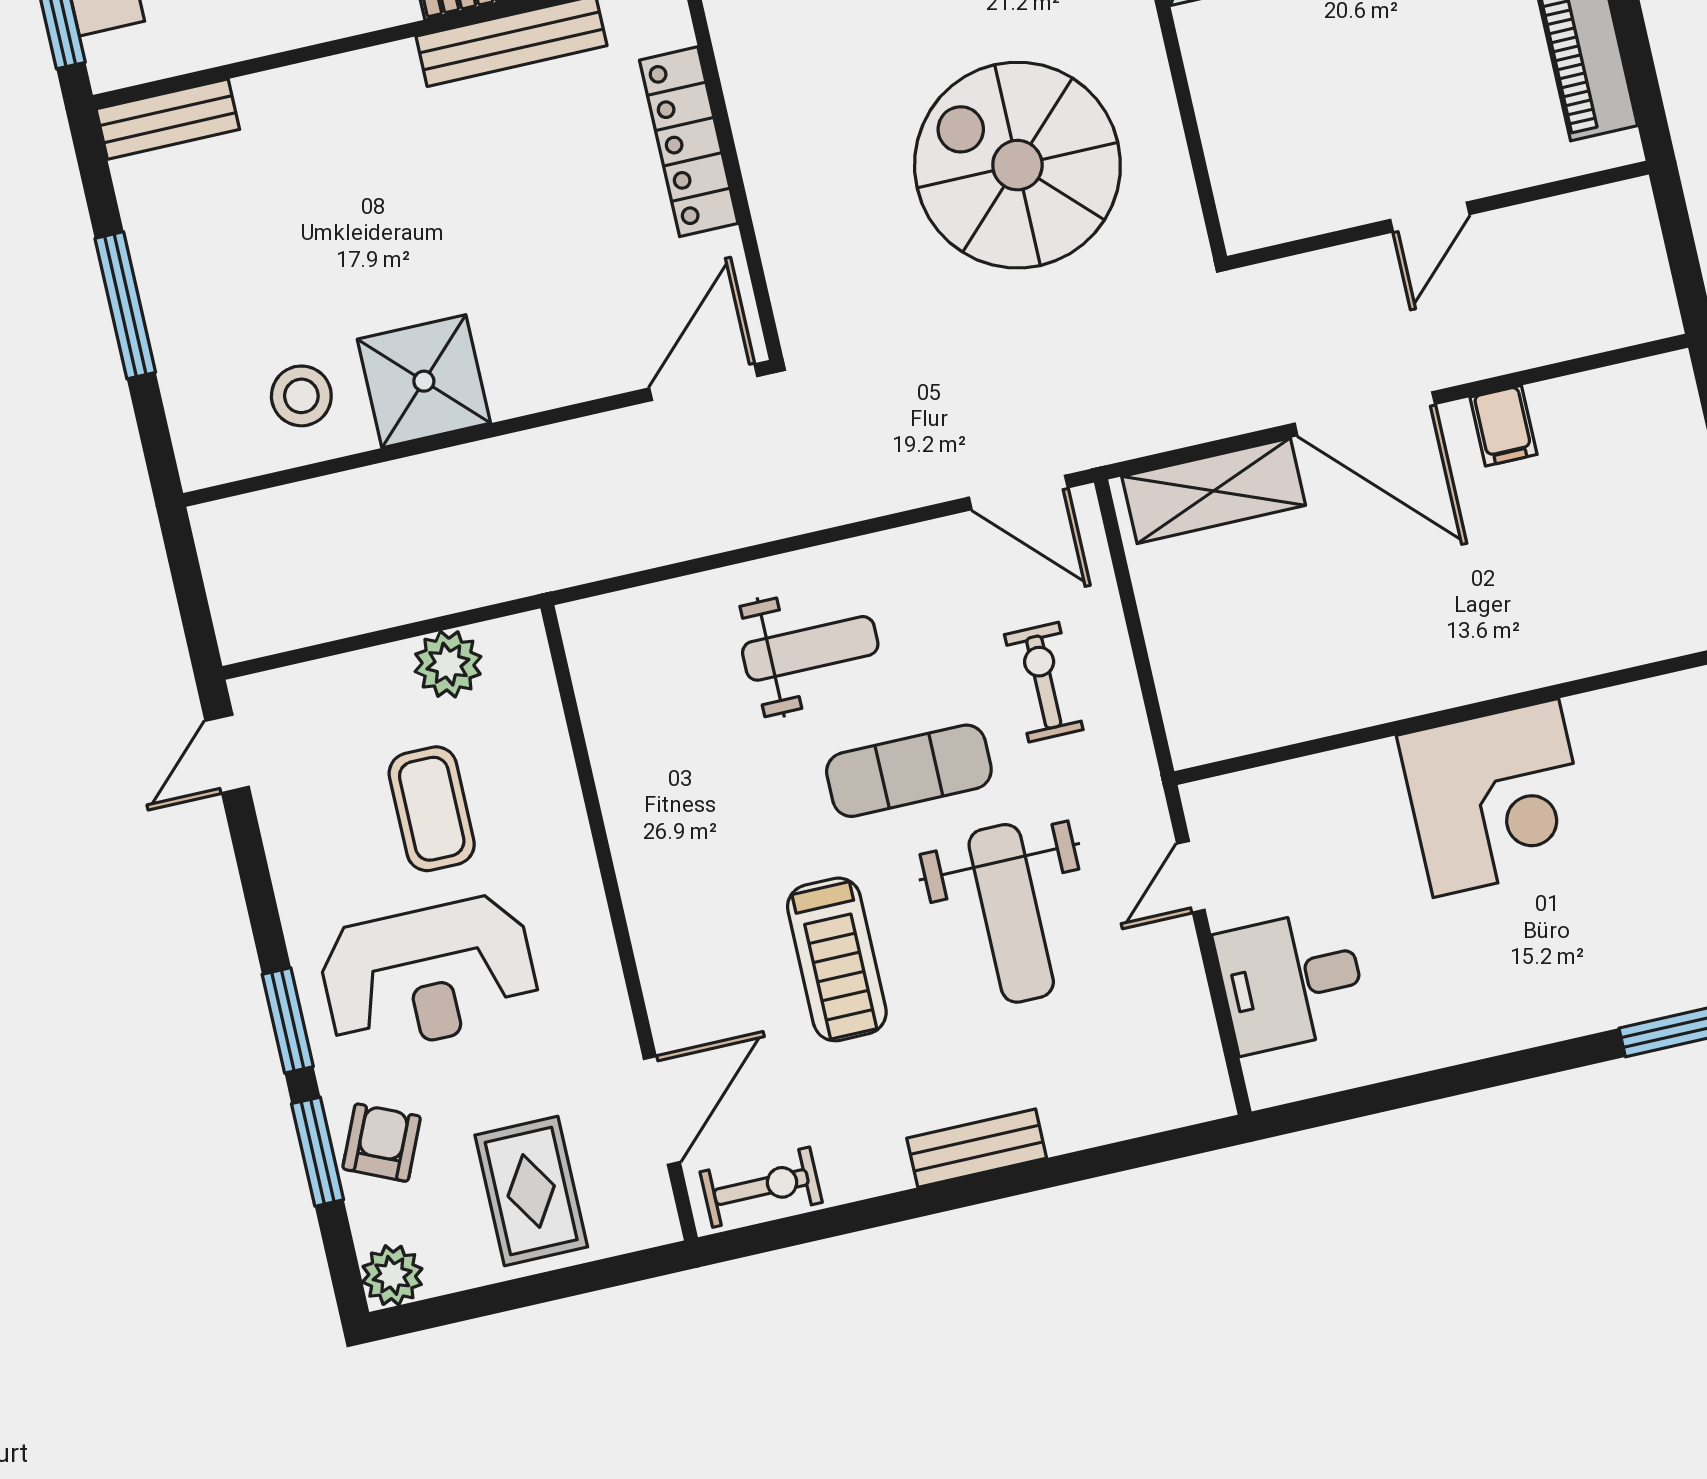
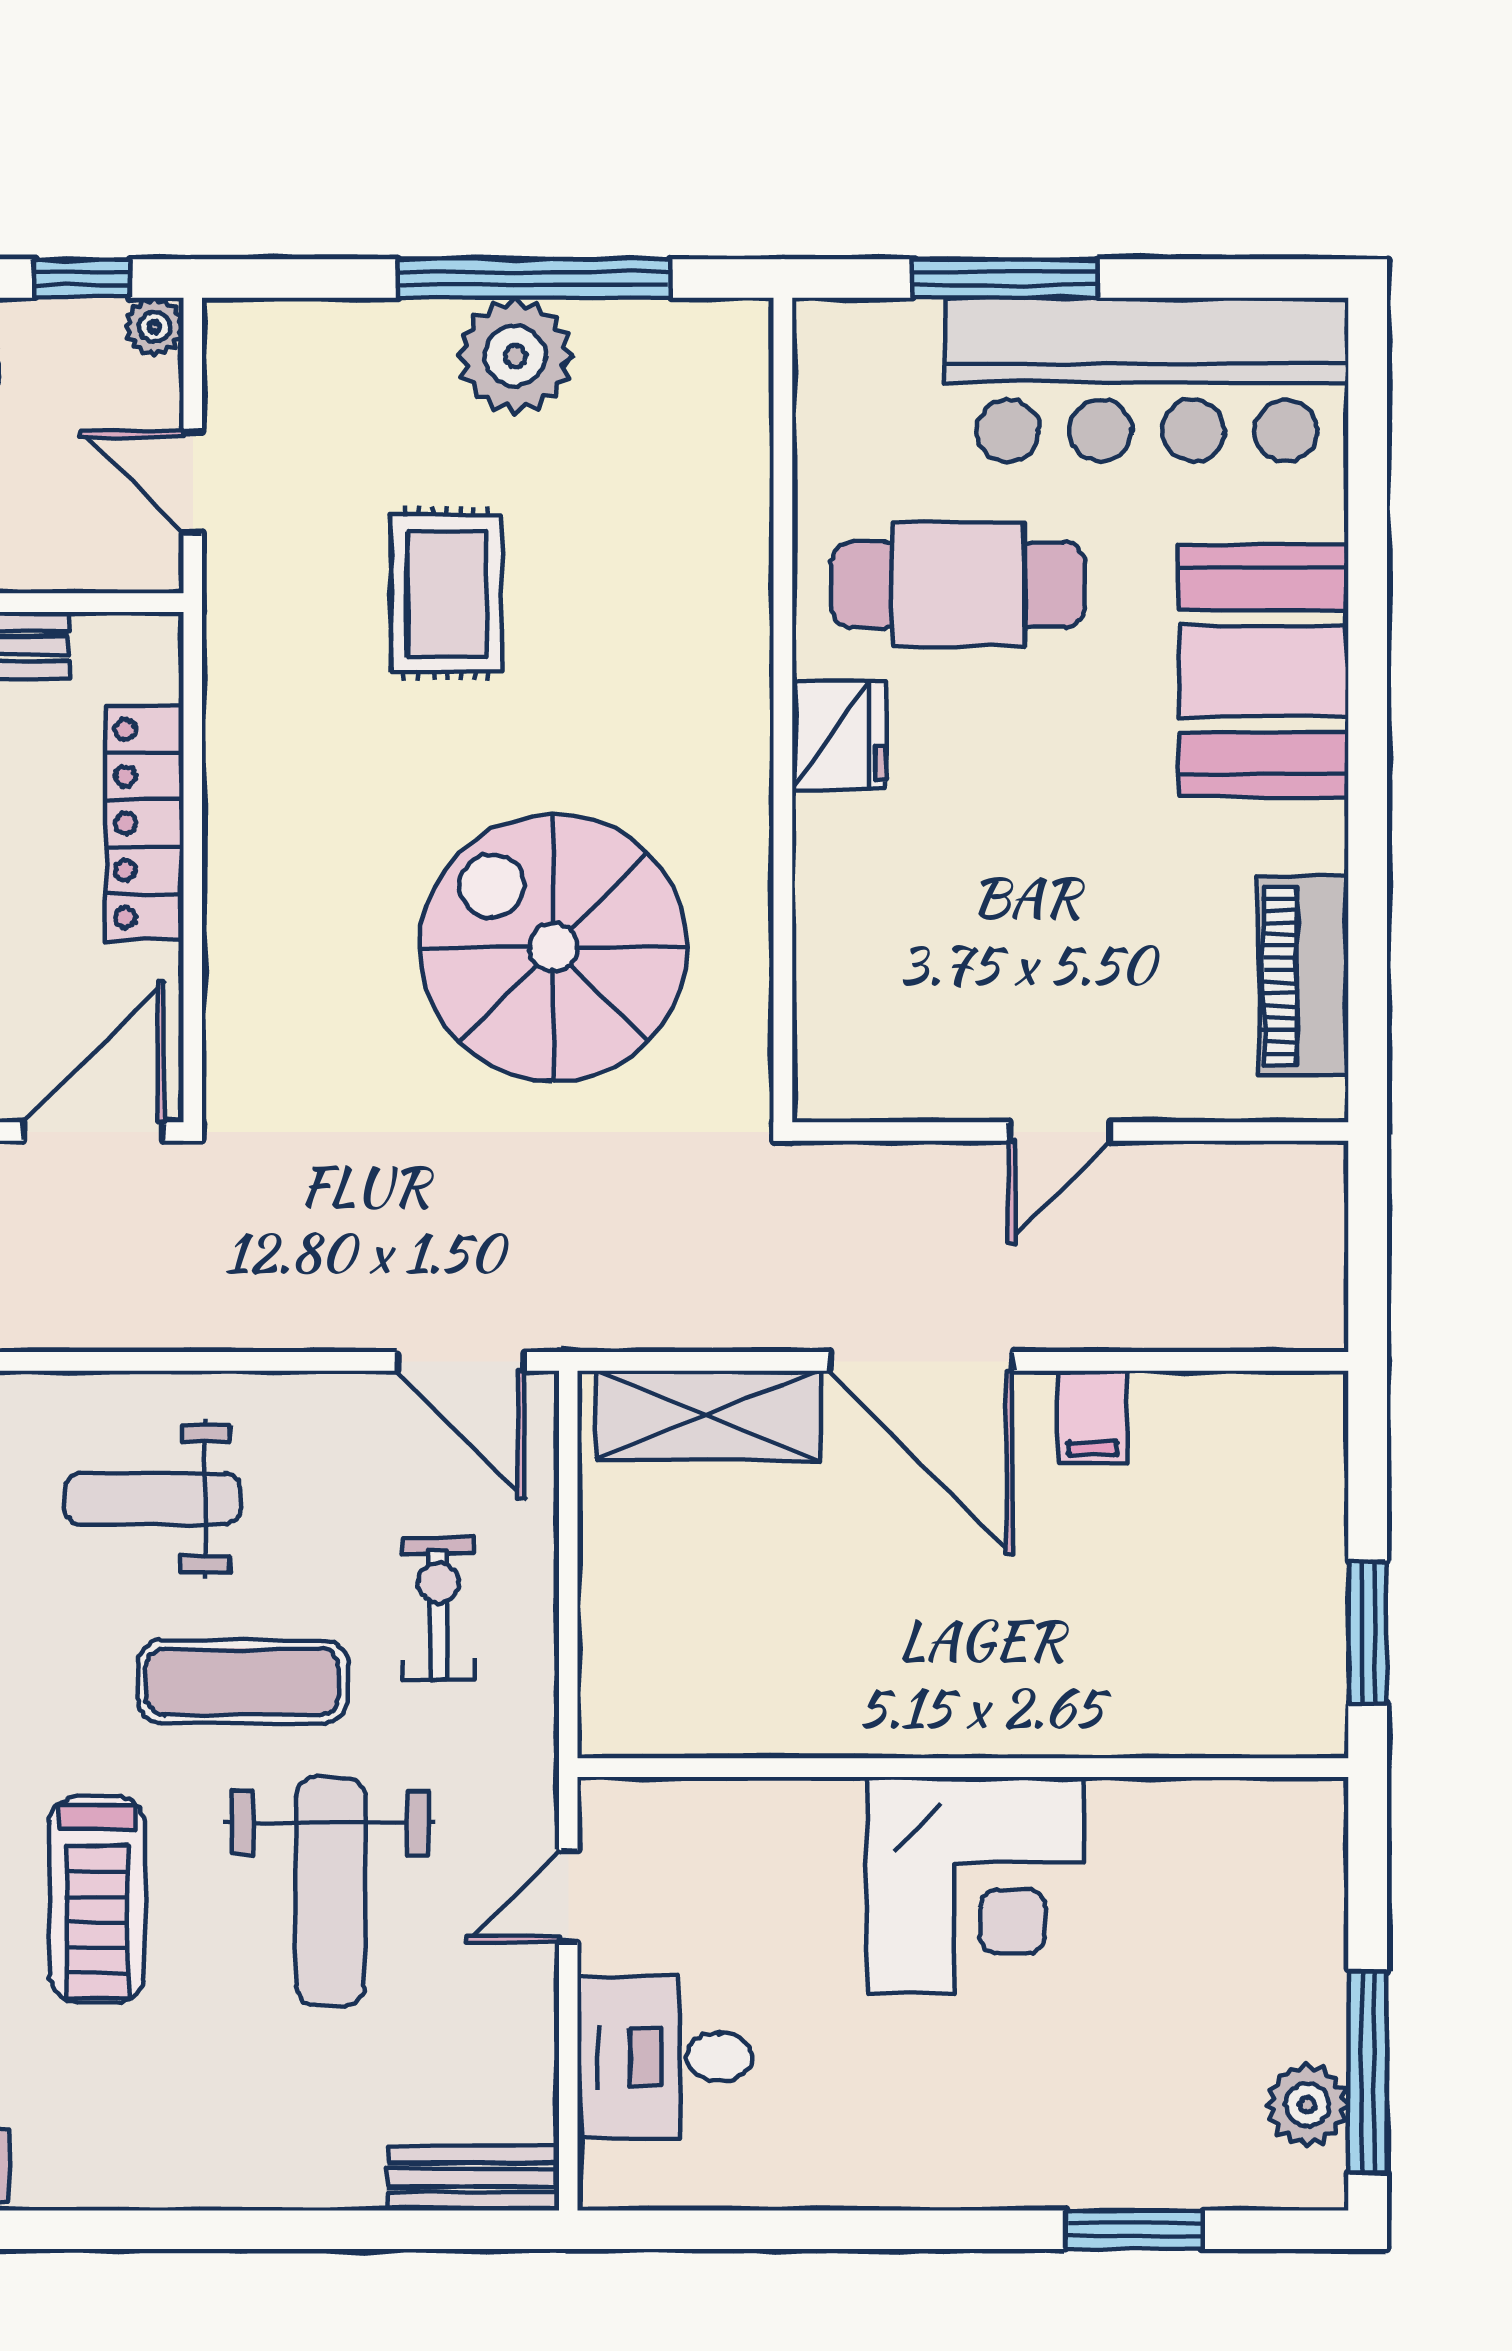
weight bench: (810, 648) -> (153, 1499), turned 180
bench: (977, 1148) -> (473, 2178), moved

